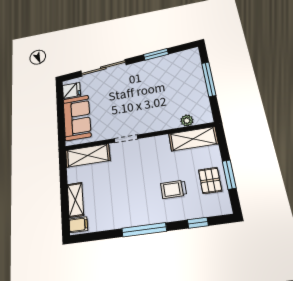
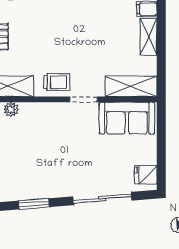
sofa: (77, 118) -> (127, 118), moved, turned -90
trolley: (173, 189) -> (57, 82), moved

